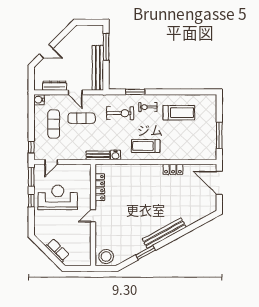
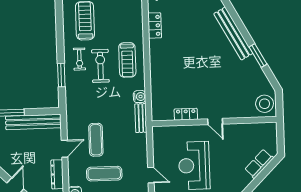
exercise bike: (120, 113) -> (100, 66), moved
locker: (100, 187) -> (186, 114), width x0.66

